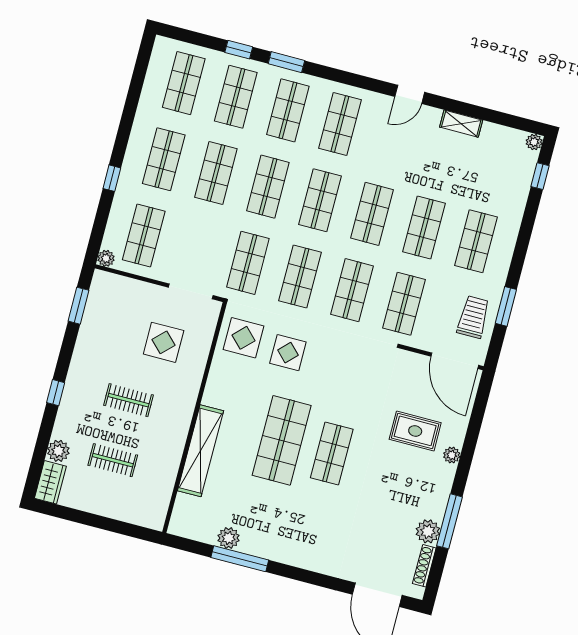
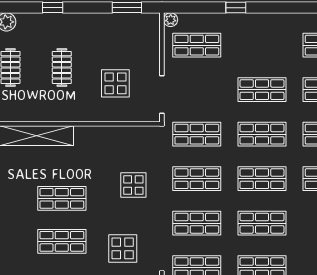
shop shelf: (164, 159) -> (262, 45), removed
display table: (244, 338) -> (123, 248), moved
shop shelf: (282, 440) -> (62, 198), width x0.70, depth x0.74

